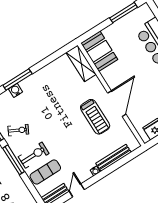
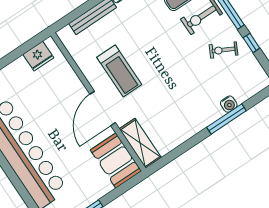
door: (117, 104) -> (103, 108), moved
treadmill: (95, 117) -> (119, 71), turned 180

